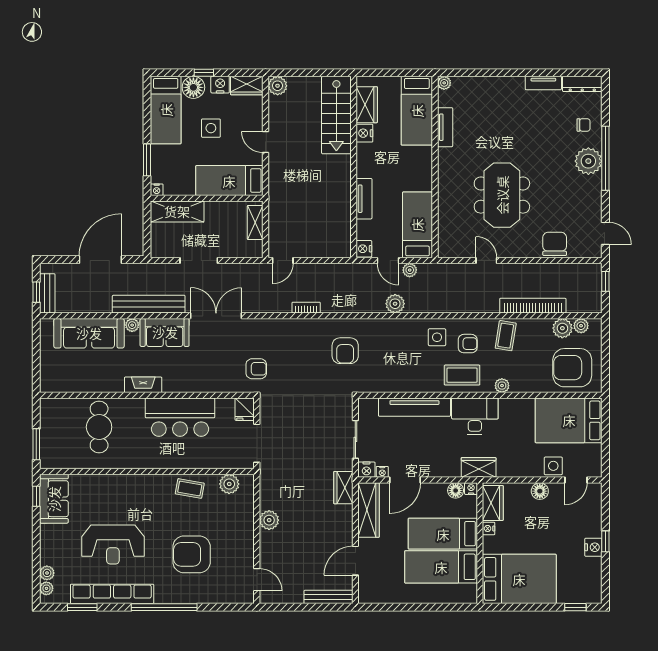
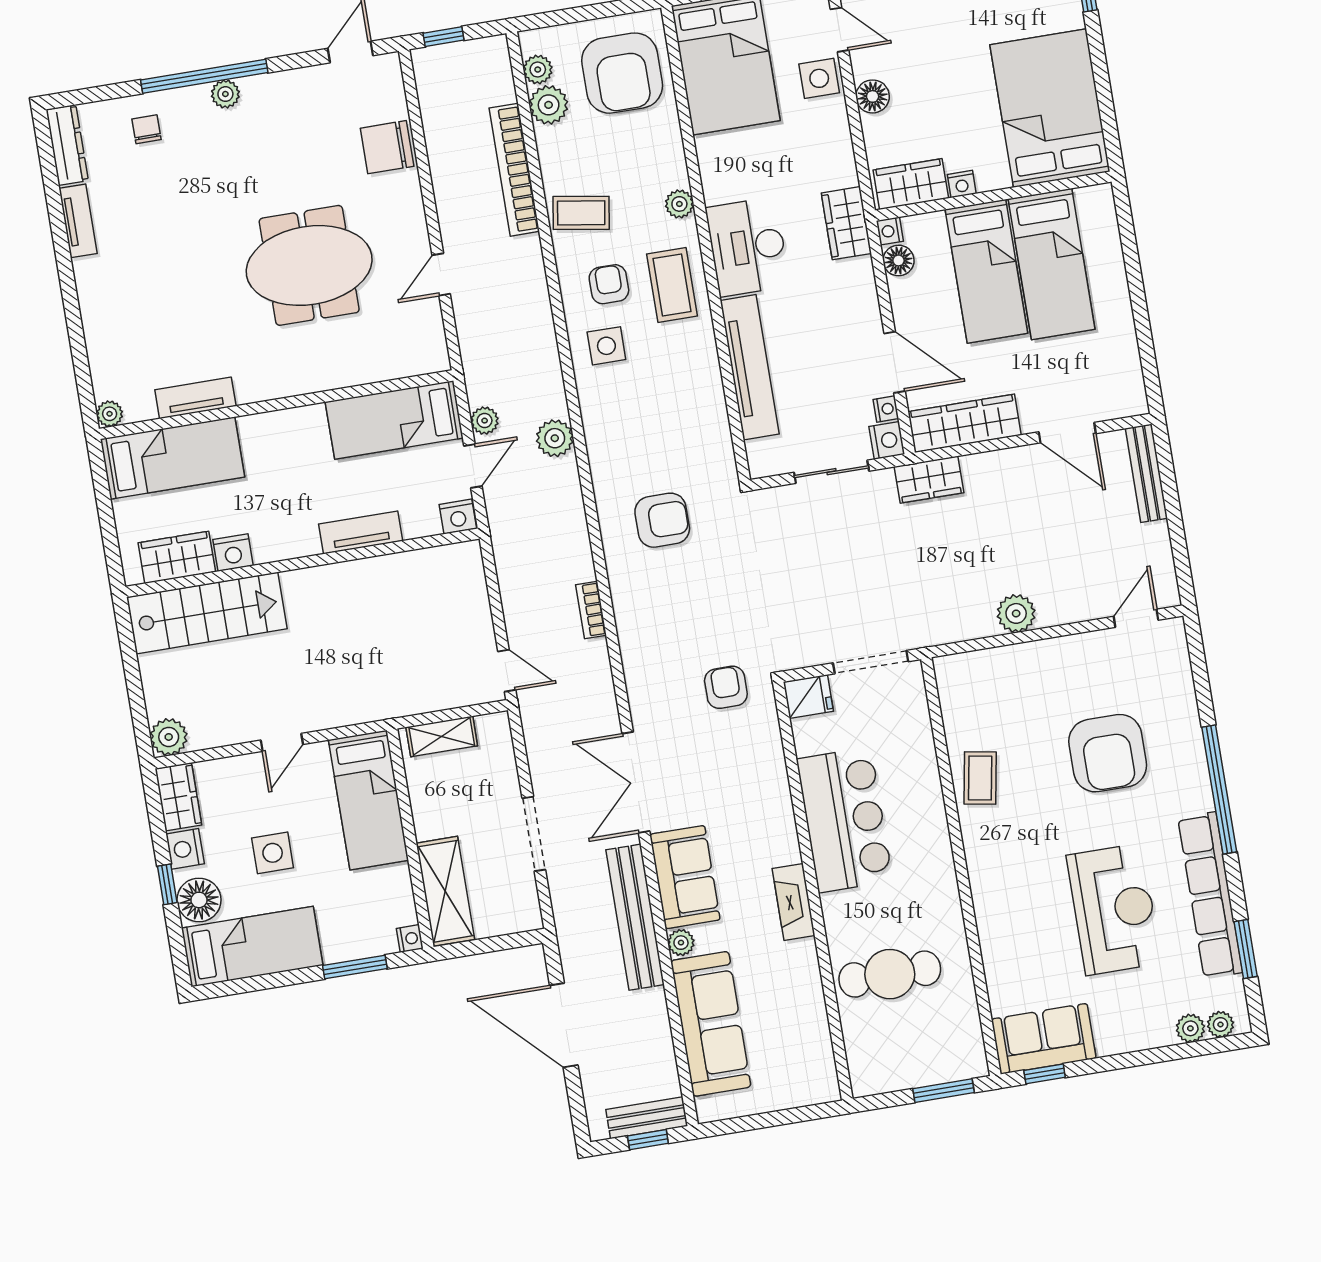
plant: (588, 161) -> (225, 94), width x0.53, depth x0.53
plant: (229, 484) -> (959, 703), removed

